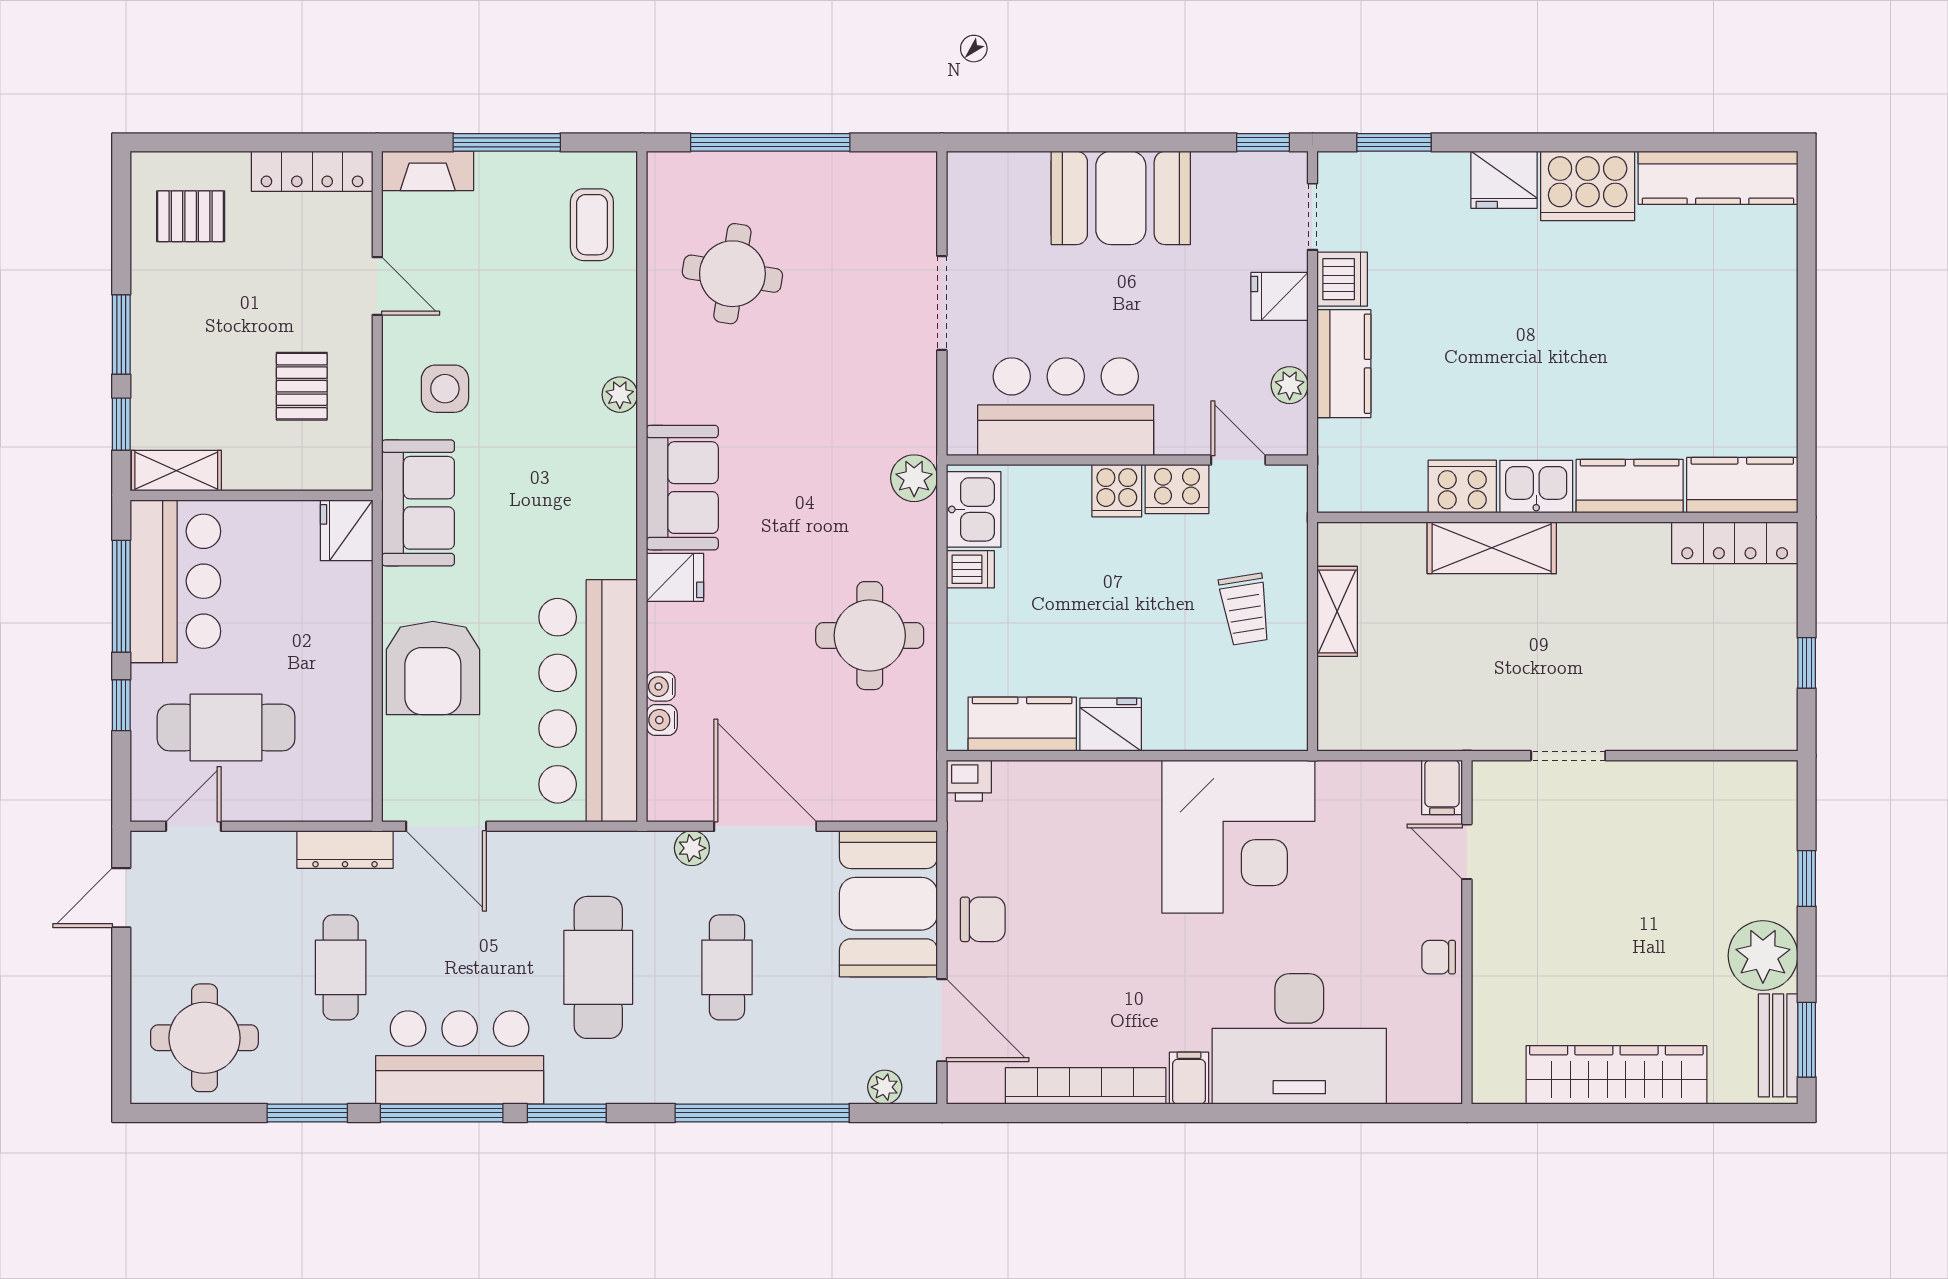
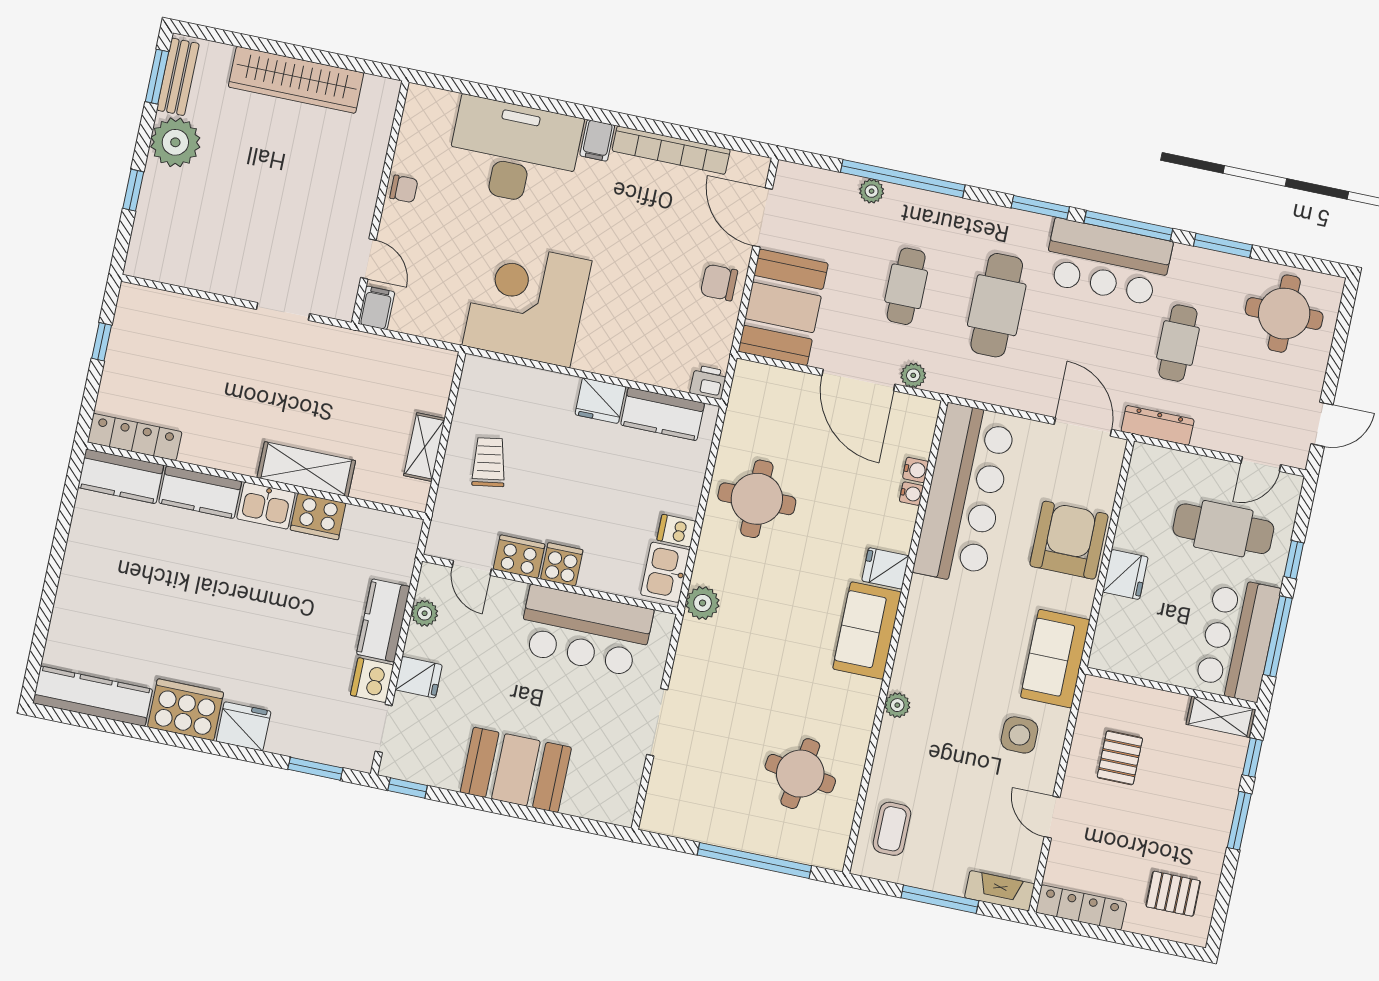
fridge: (347, 530) -> (1125, 575), moved
plant: (885, 1087) -> (872, 191), moved

